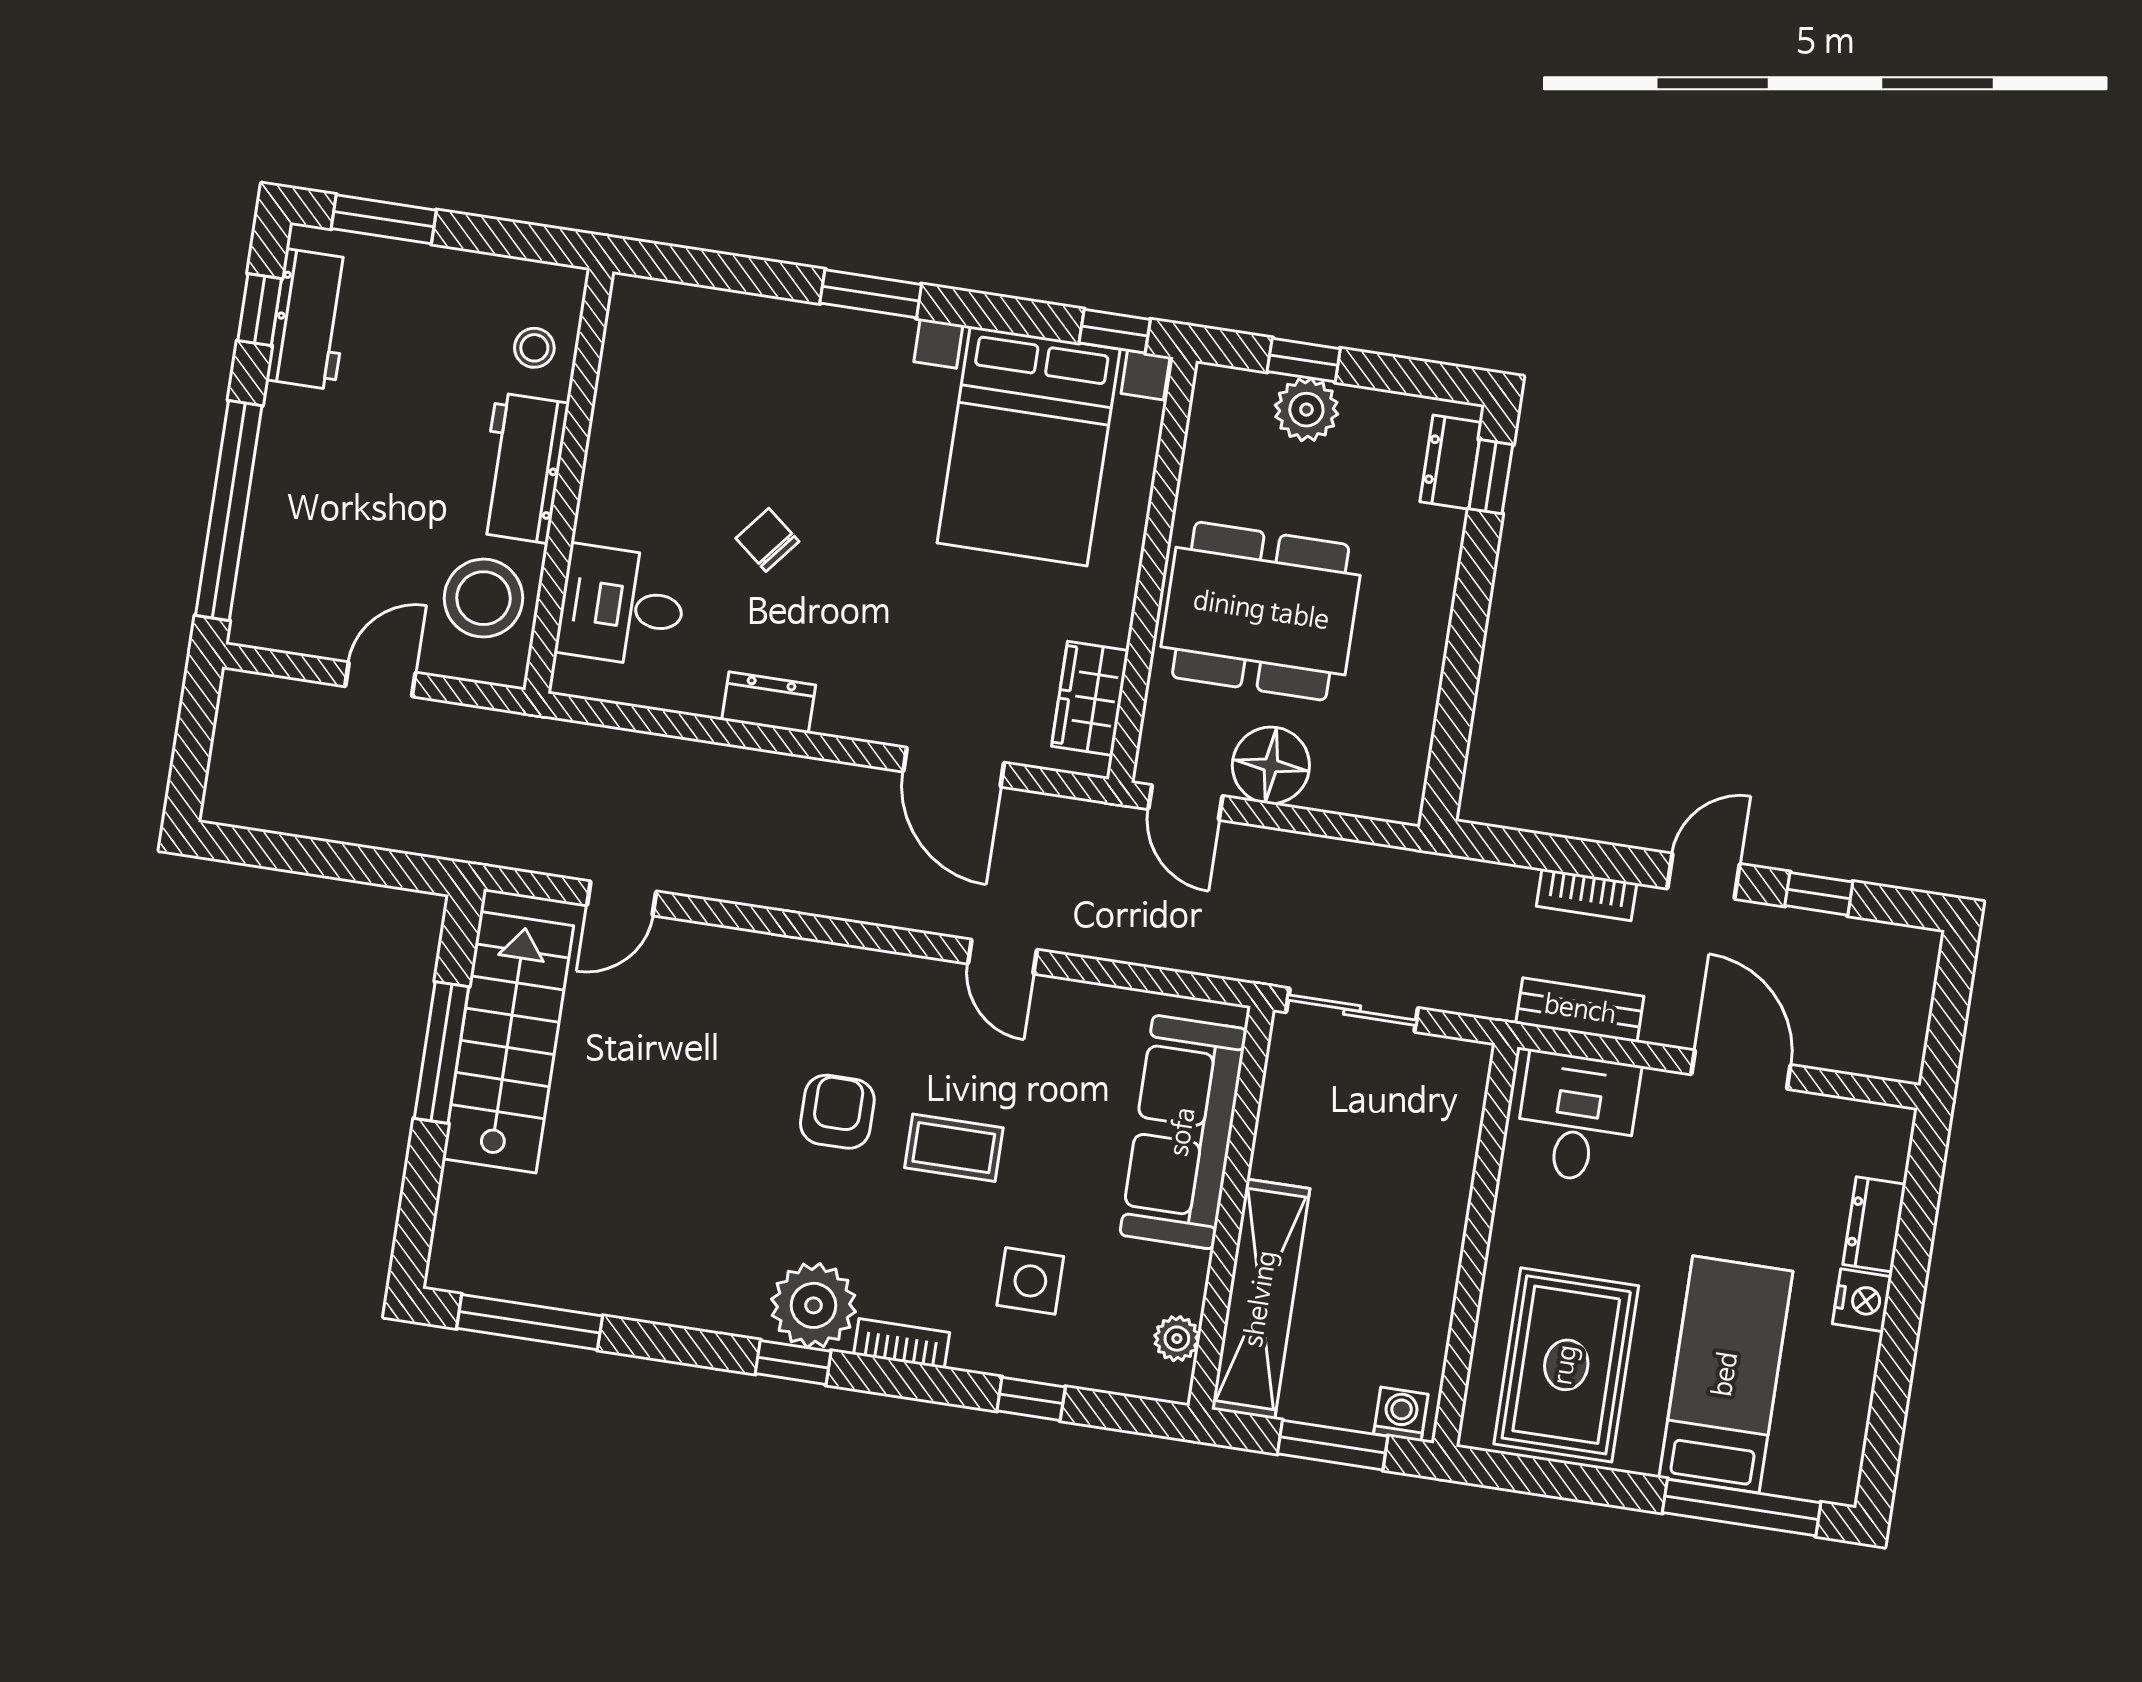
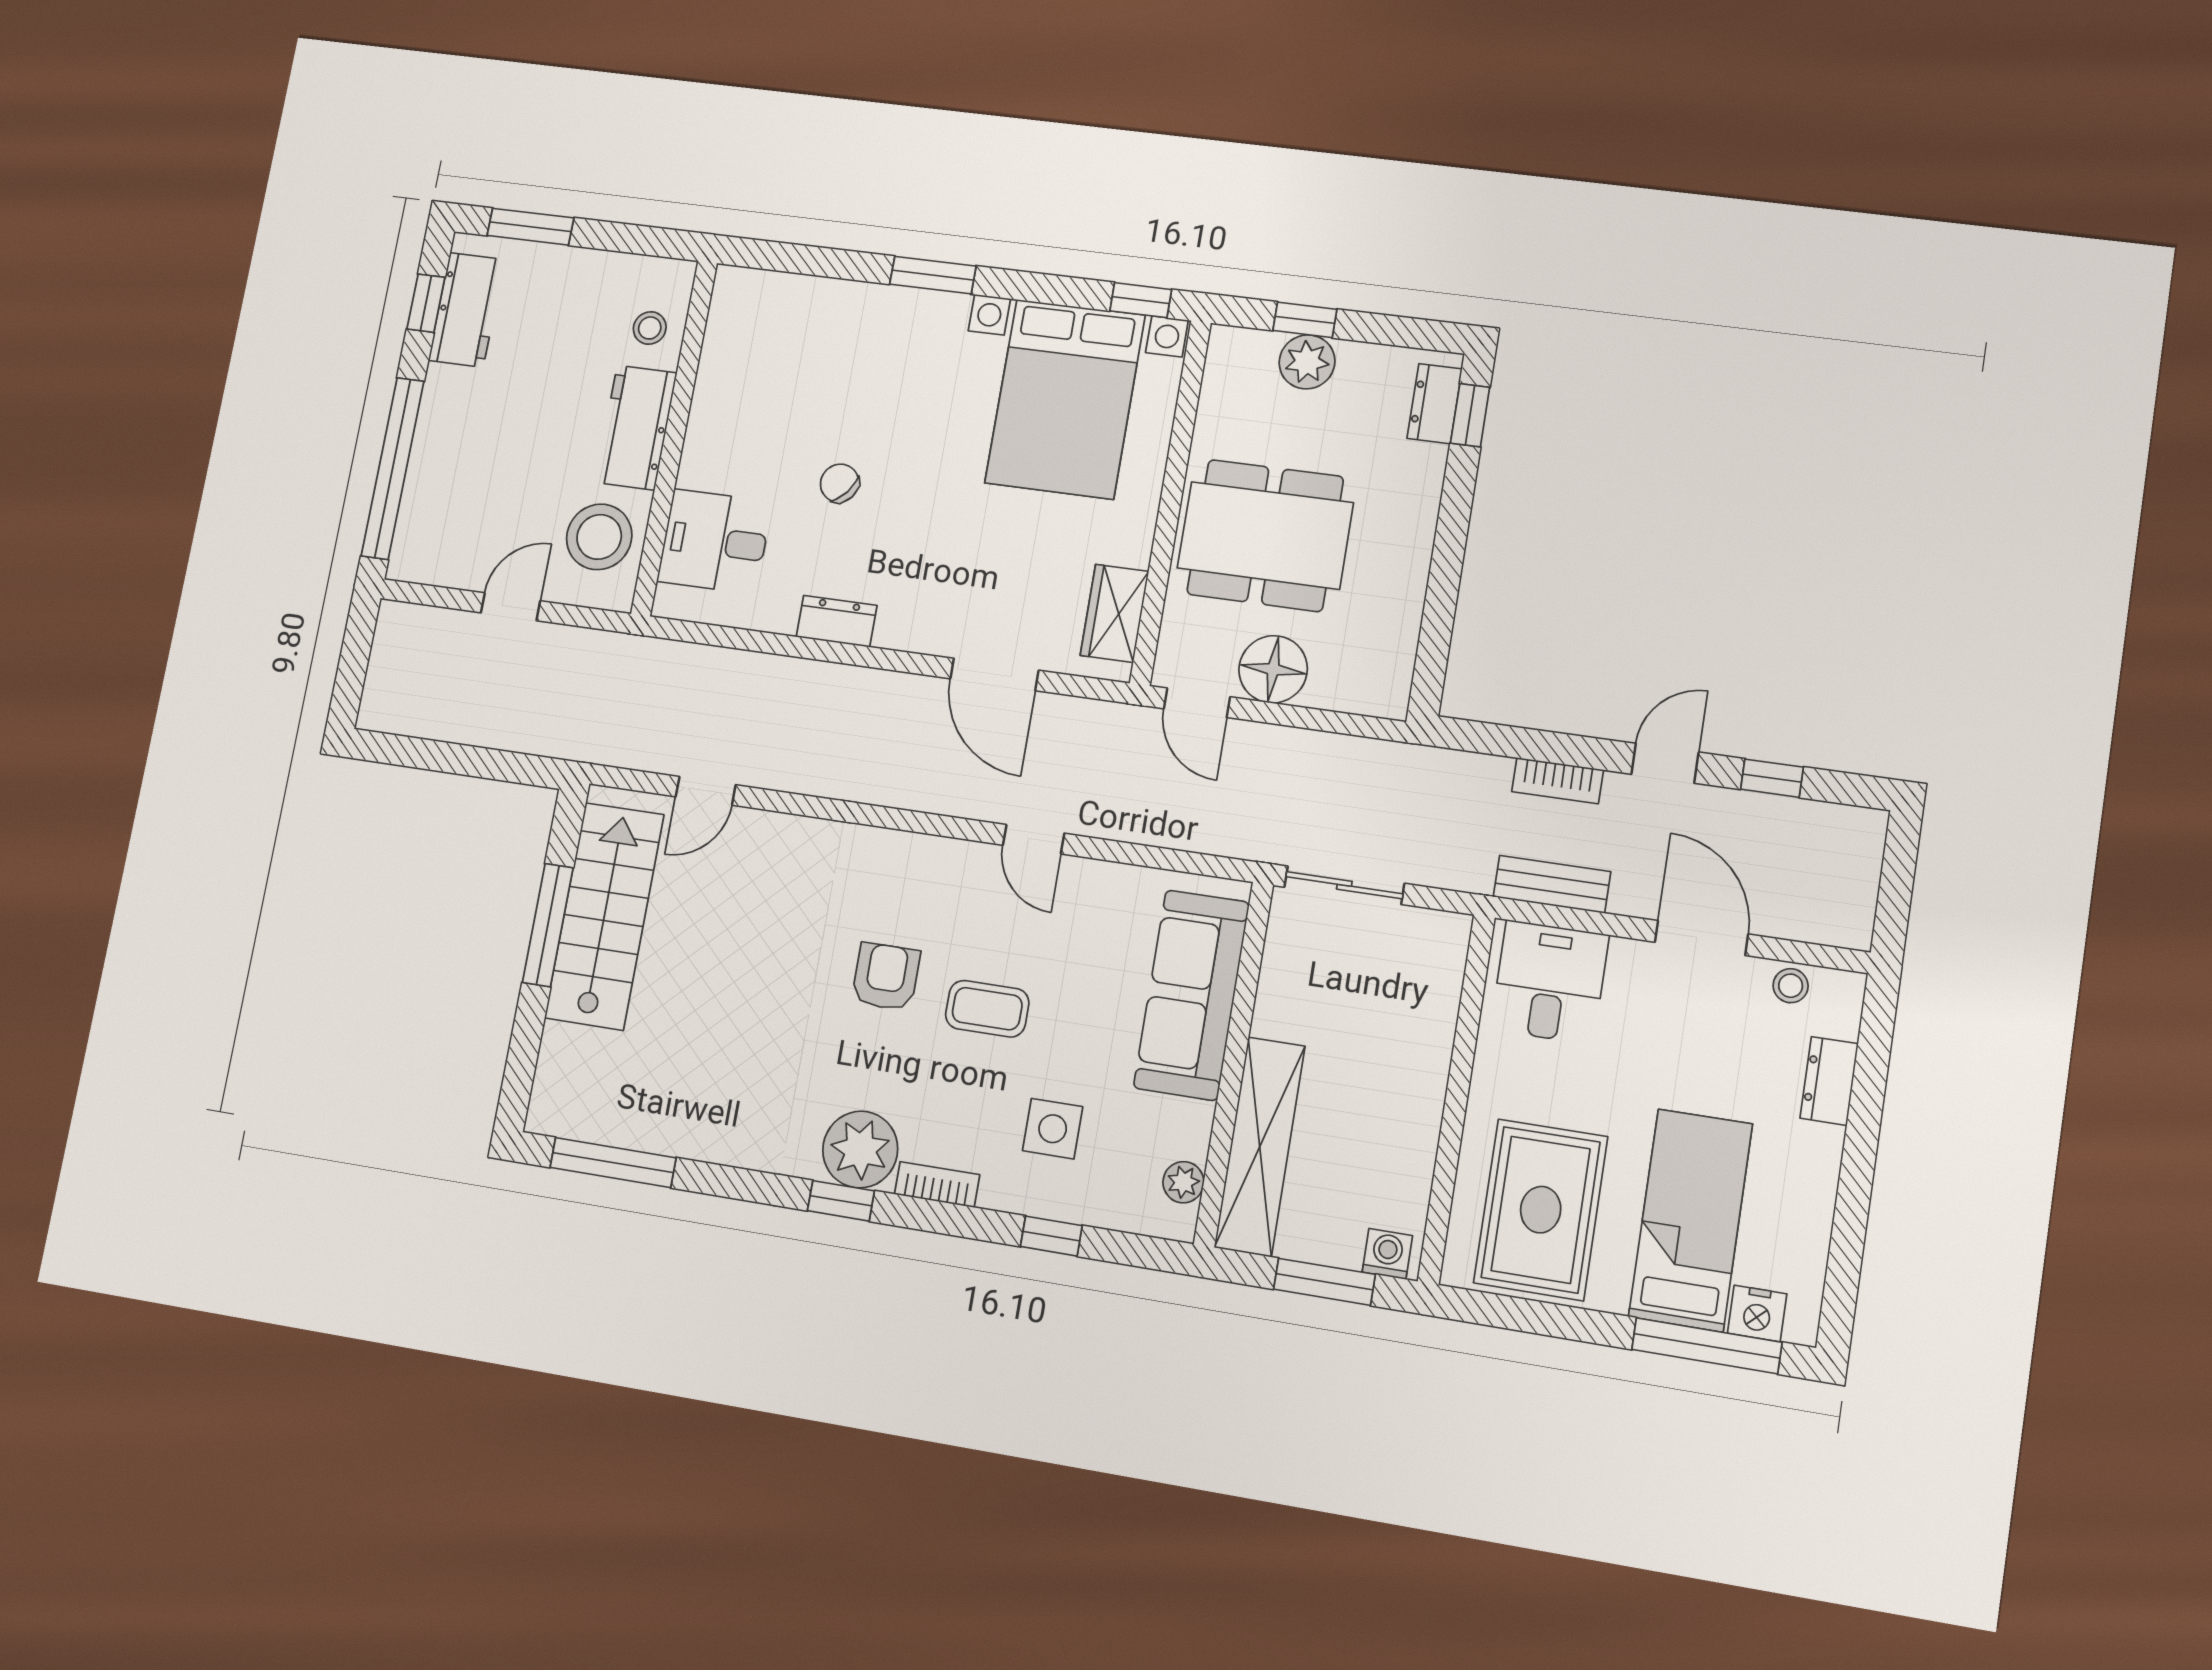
stool: (1835, 1122) -> (1791, 986), added
nightstand: (1862, 1300) -> (1757, 1313), moved, turned 90

